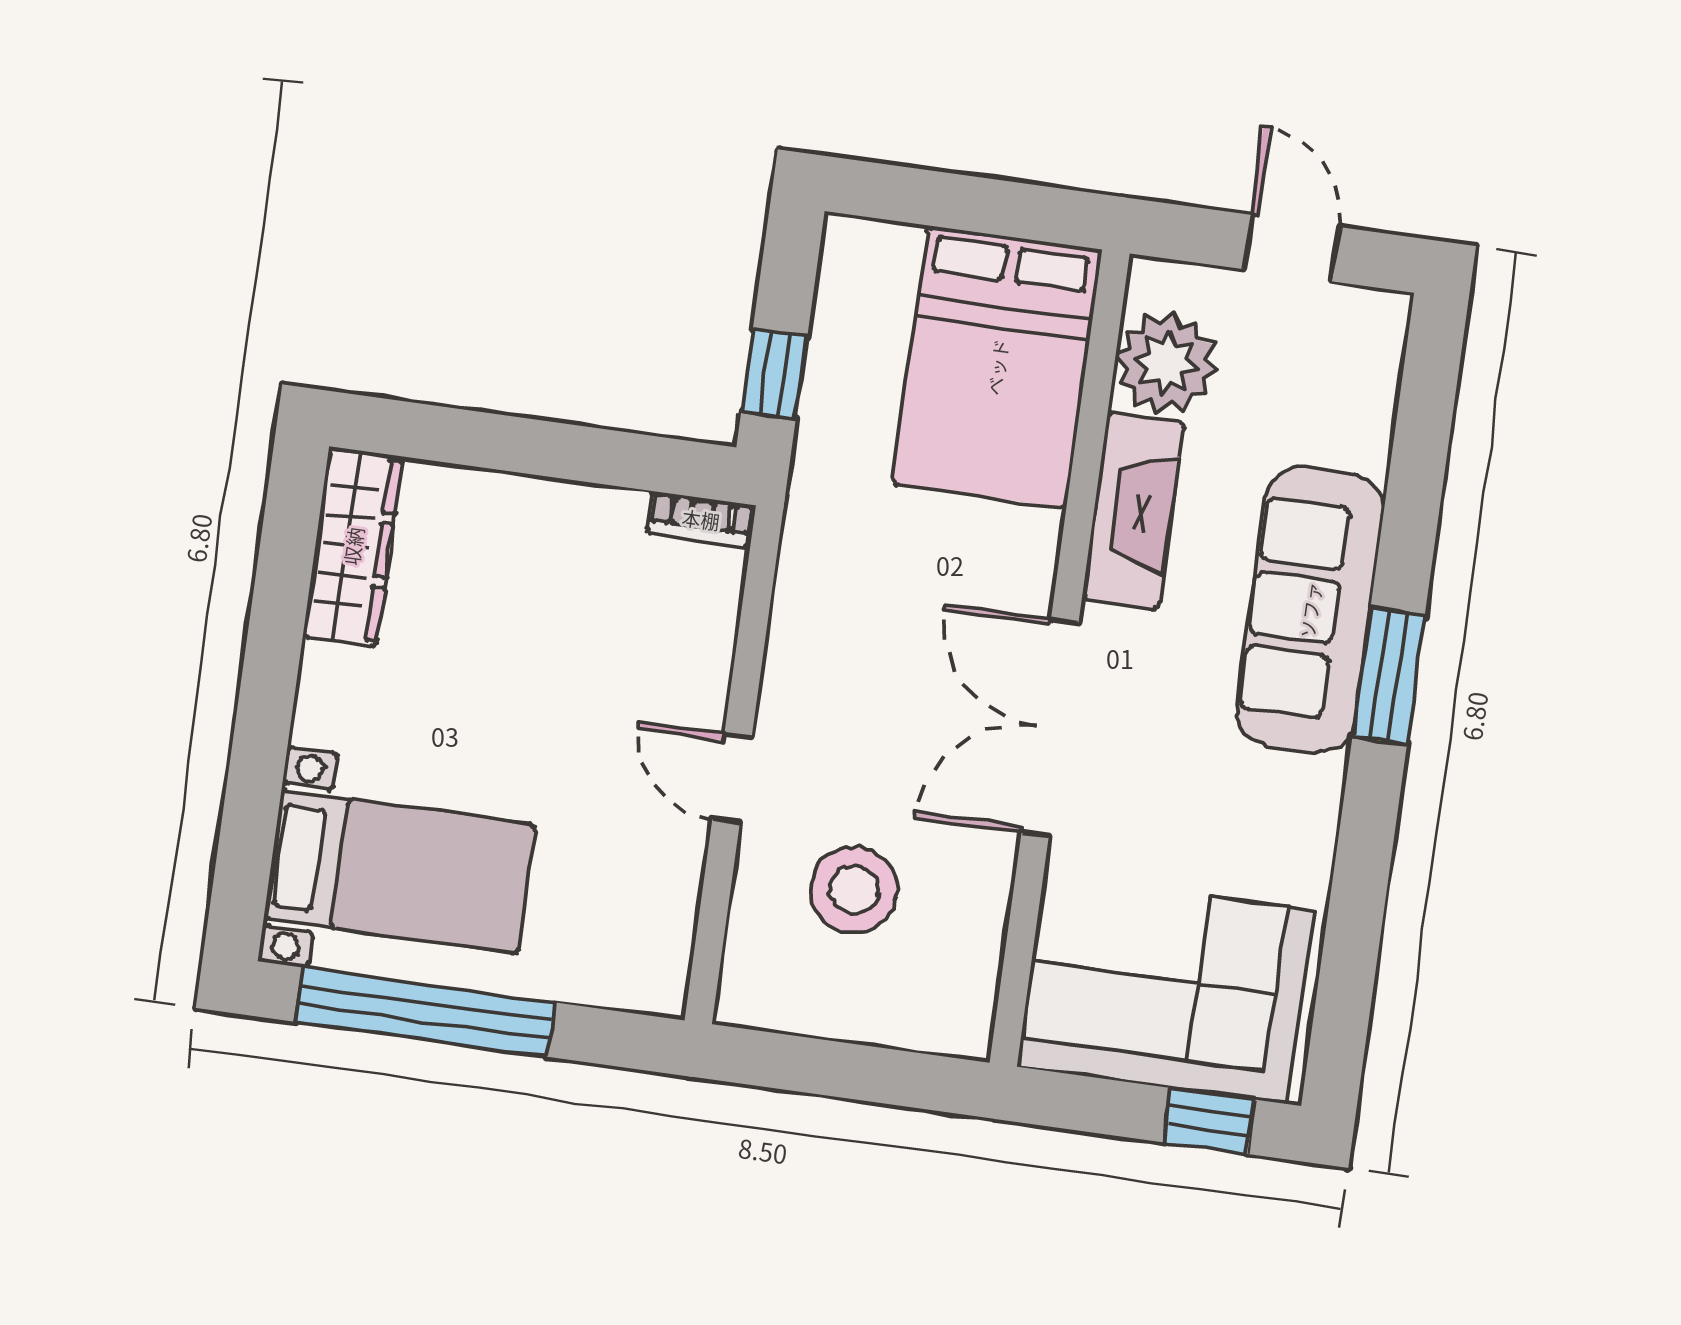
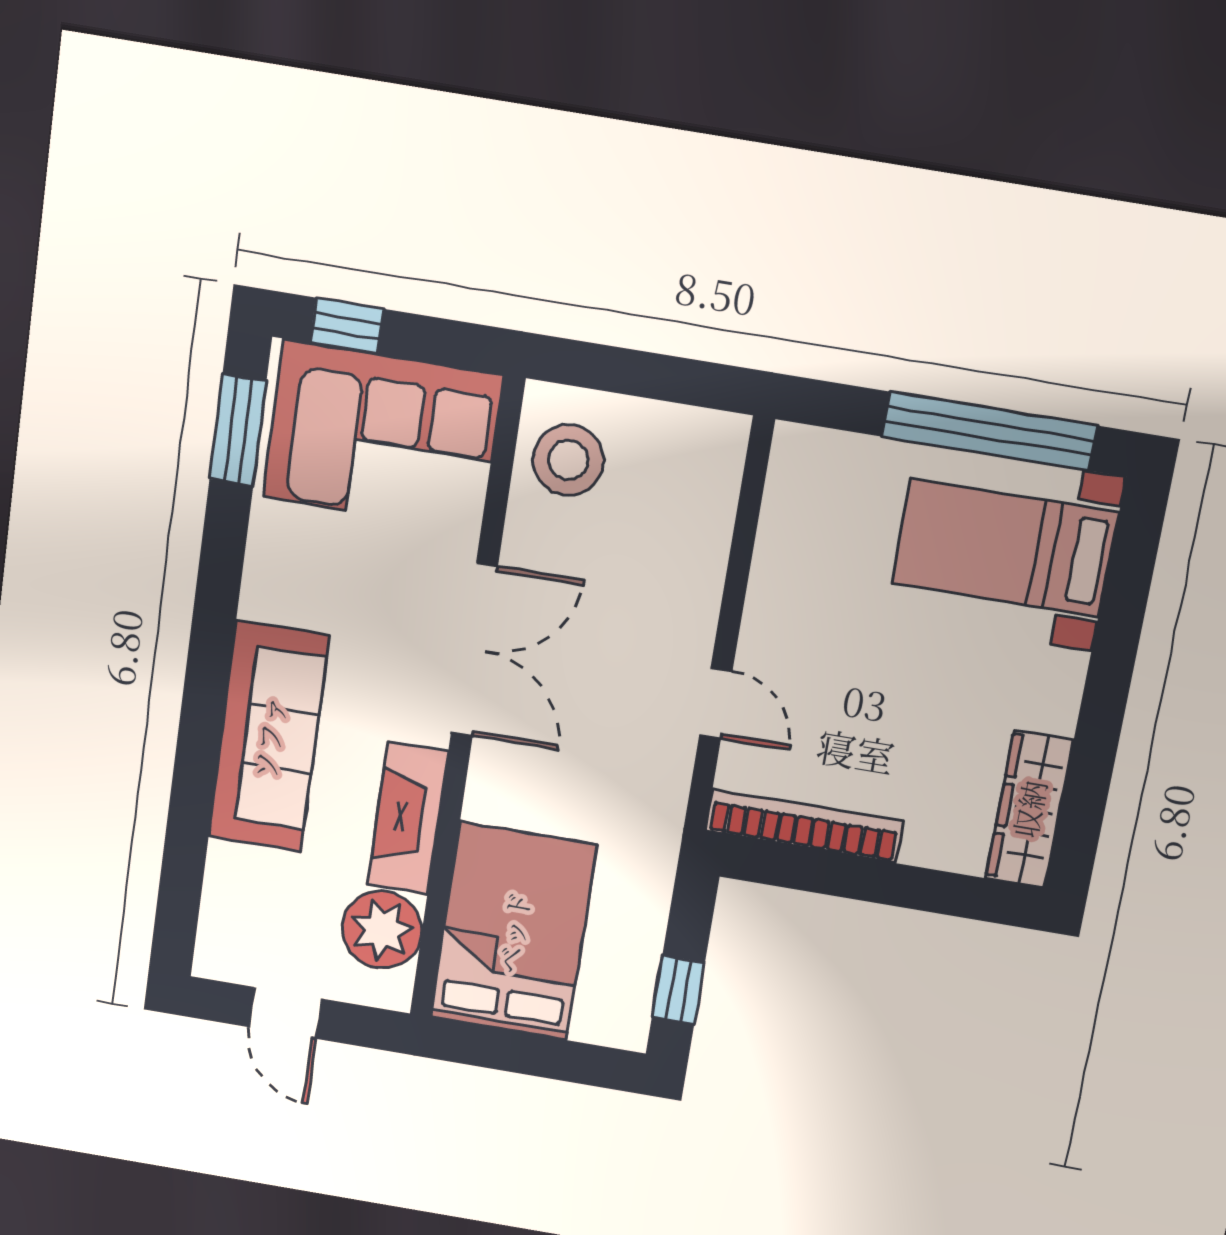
window: (774, 374) -> (678, 990), moved
bookcase: (701, 519) -> (804, 826), width x2.31, depth x1.31
window: (1389, 676) -> (238, 430), moved
door: (732, 779) -> (716, 703), moved
stool: (854, 890) -> (568, 460), moved

